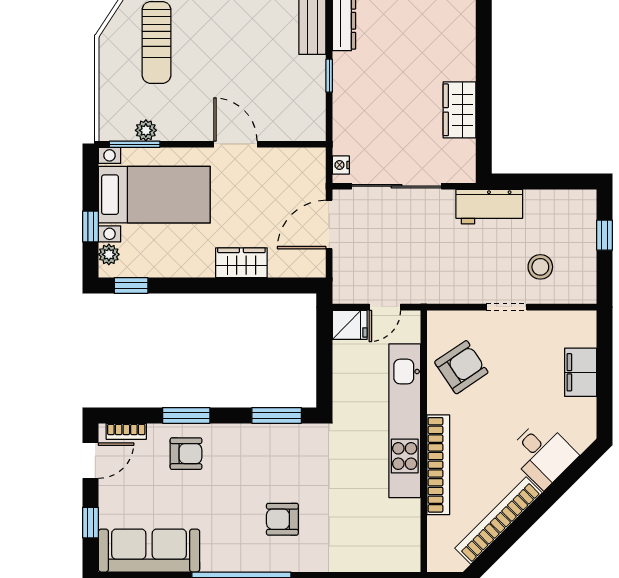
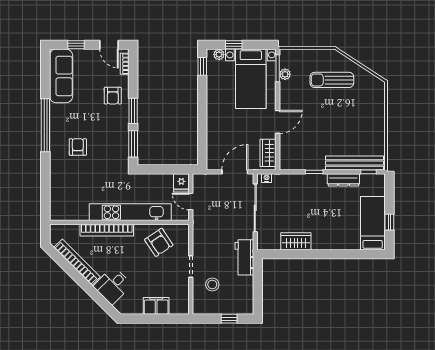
door: (329, 225) -> (235, 172), hinge flipped
wardrobe: (241, 263) -> (268, 153), moved, turned 180
window: (186, 415) -> (133, 111), moved

